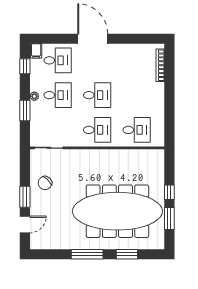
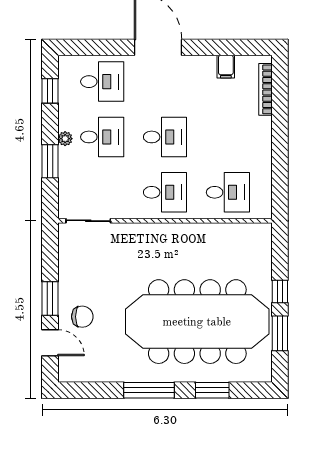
filing cabinet: (36, 51) -> (226, 67), moved
chair: (45, 183) -> (82, 317), moved, turned -134
door: (25, 225) -> (50, 343), hinge flipped

